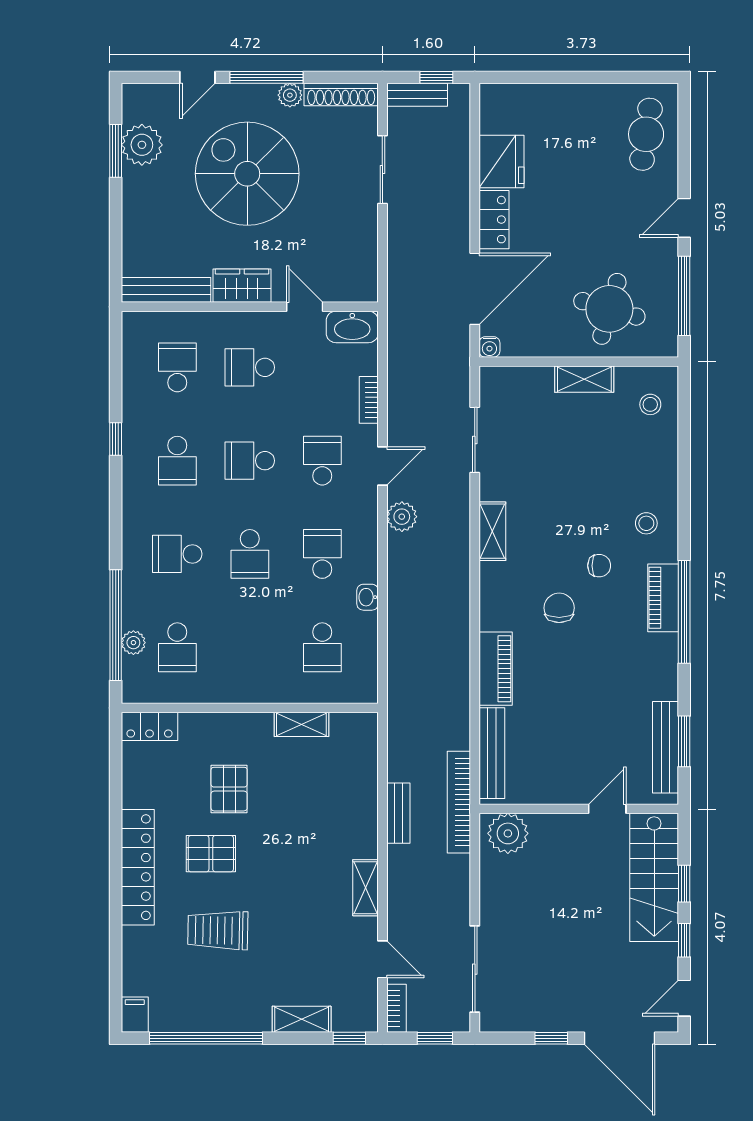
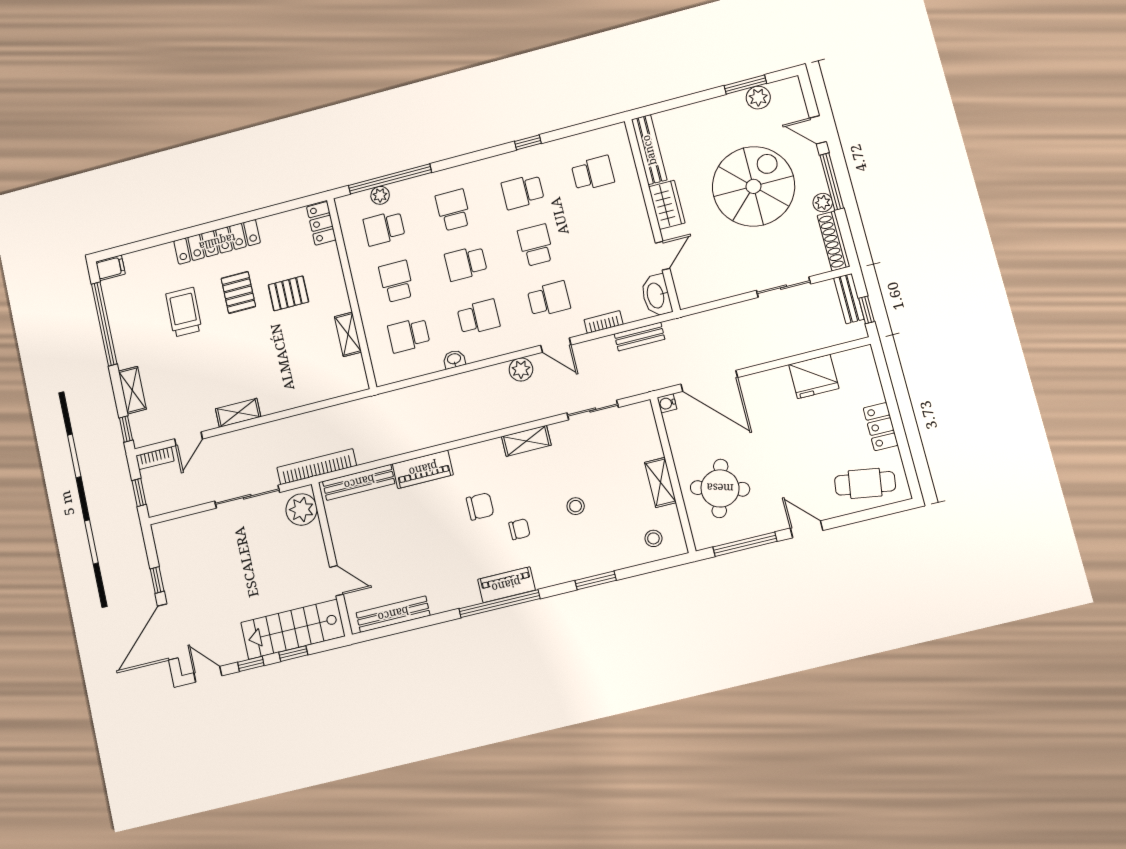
plant: (142, 145) -> (758, 98), width x0.73, depth x0.73
locker: (494, 220) -> (881, 427), moved, turned 90
school desk: (250, 367) -> (396, 281), moved
stool: (646, 523) -> (576, 506), moved
chair: (599, 566) -> (519, 529), turned -90
window: (684, 741) -> (596, 580), moved
bench: (398, 813) -> (640, 337), moved
sliding door: (475, 969) -> (247, 497), moved

